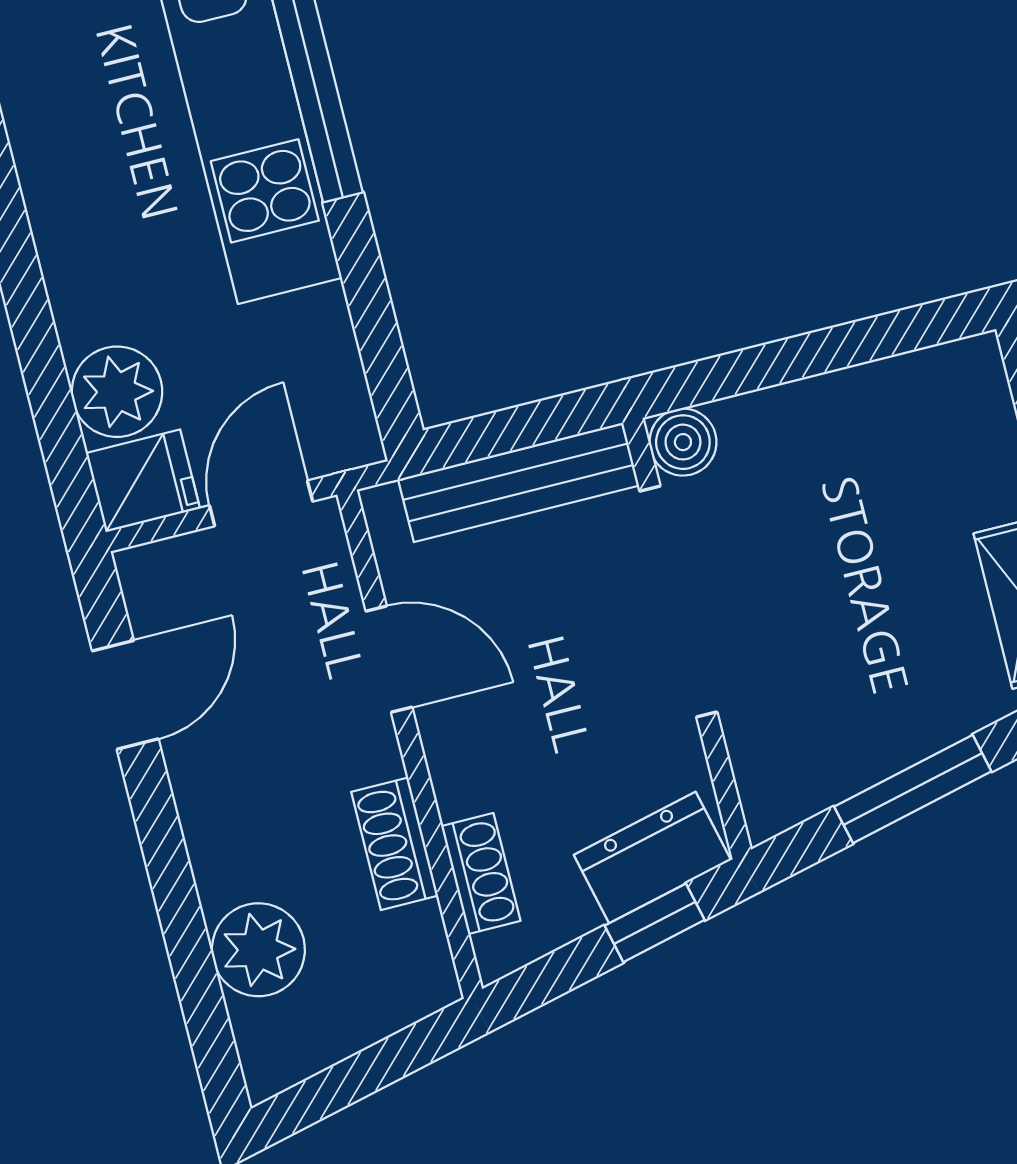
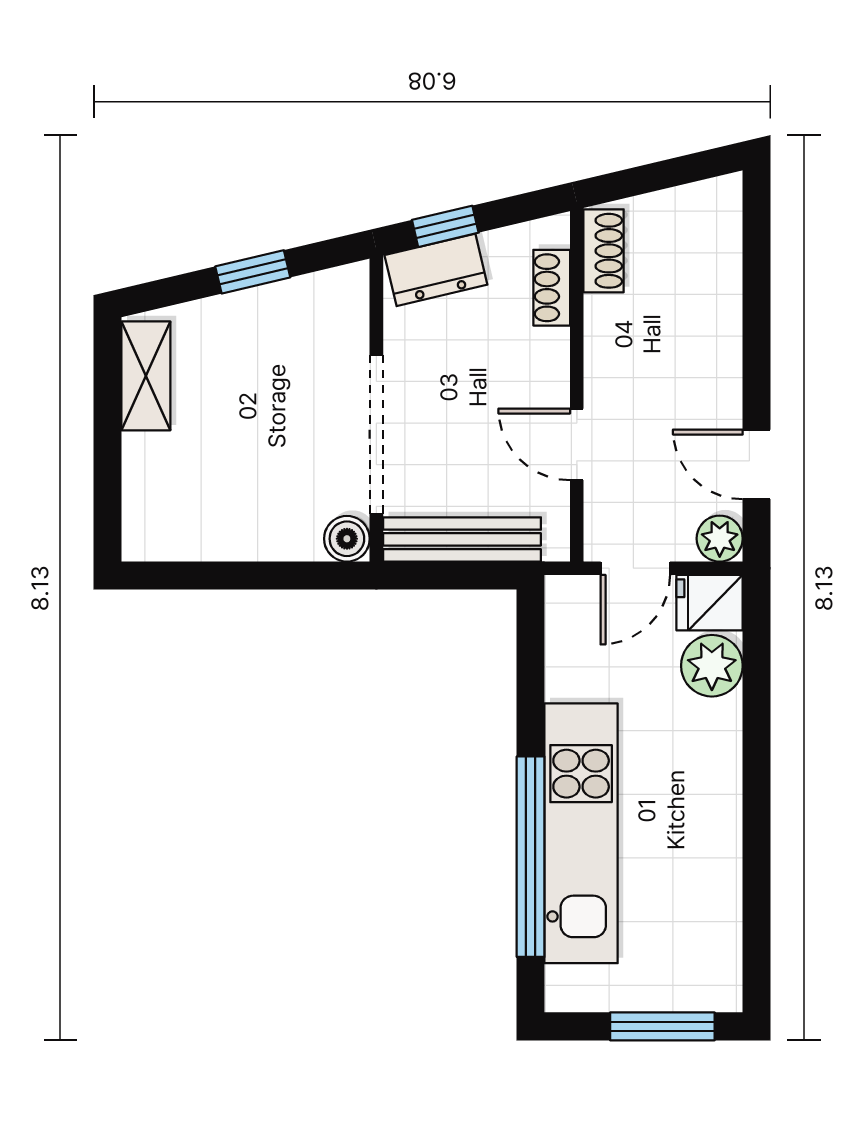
door: (125, 695) -> (757, 464), hinge flipped
window: (913, 789) -> (253, 272), width x0.67
shoe rack: (395, 844) -> (604, 251), moved
plant: (258, 950) -> (720, 539), moved, width x0.73, depth x0.73

